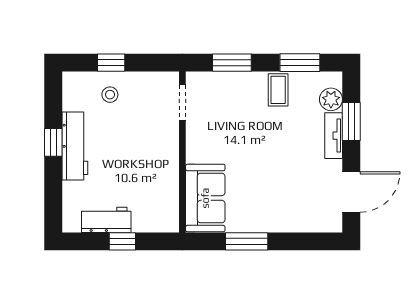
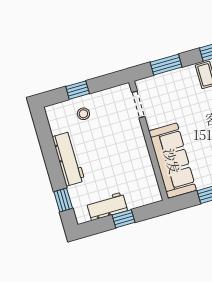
window: (53, 142) -> (63, 200), moved
sofa: (205, 198) -> (172, 161), width x1.36

